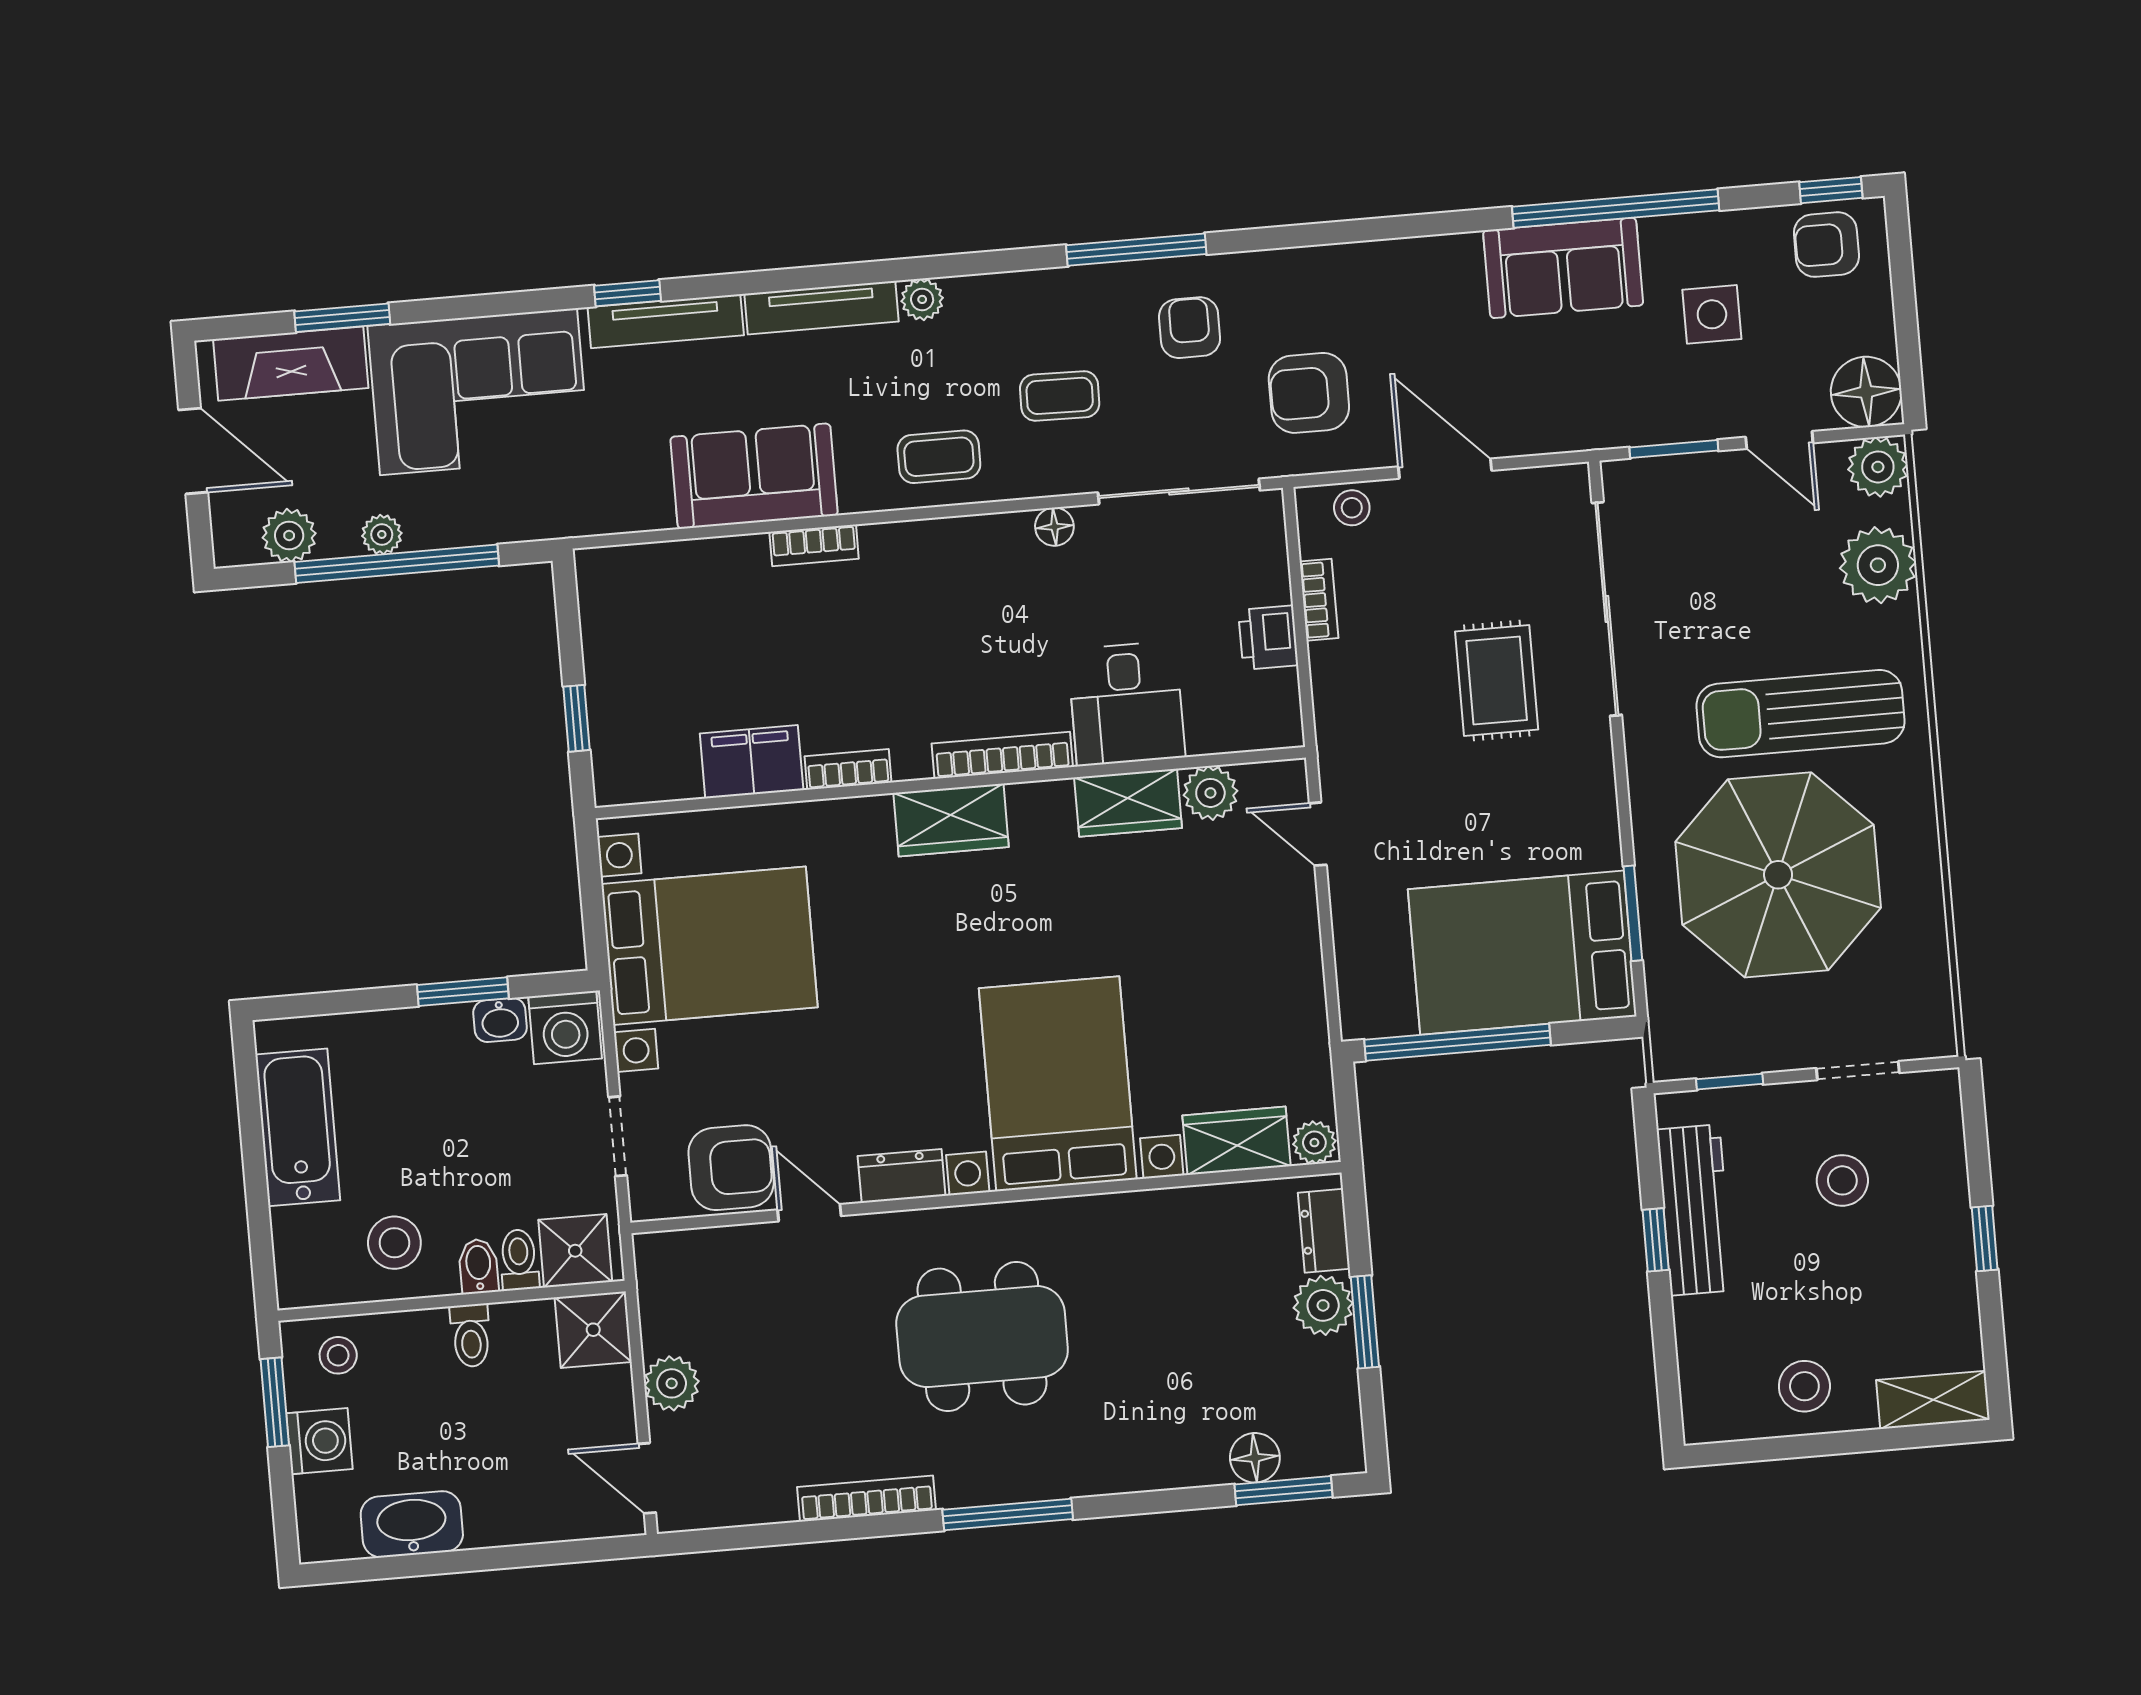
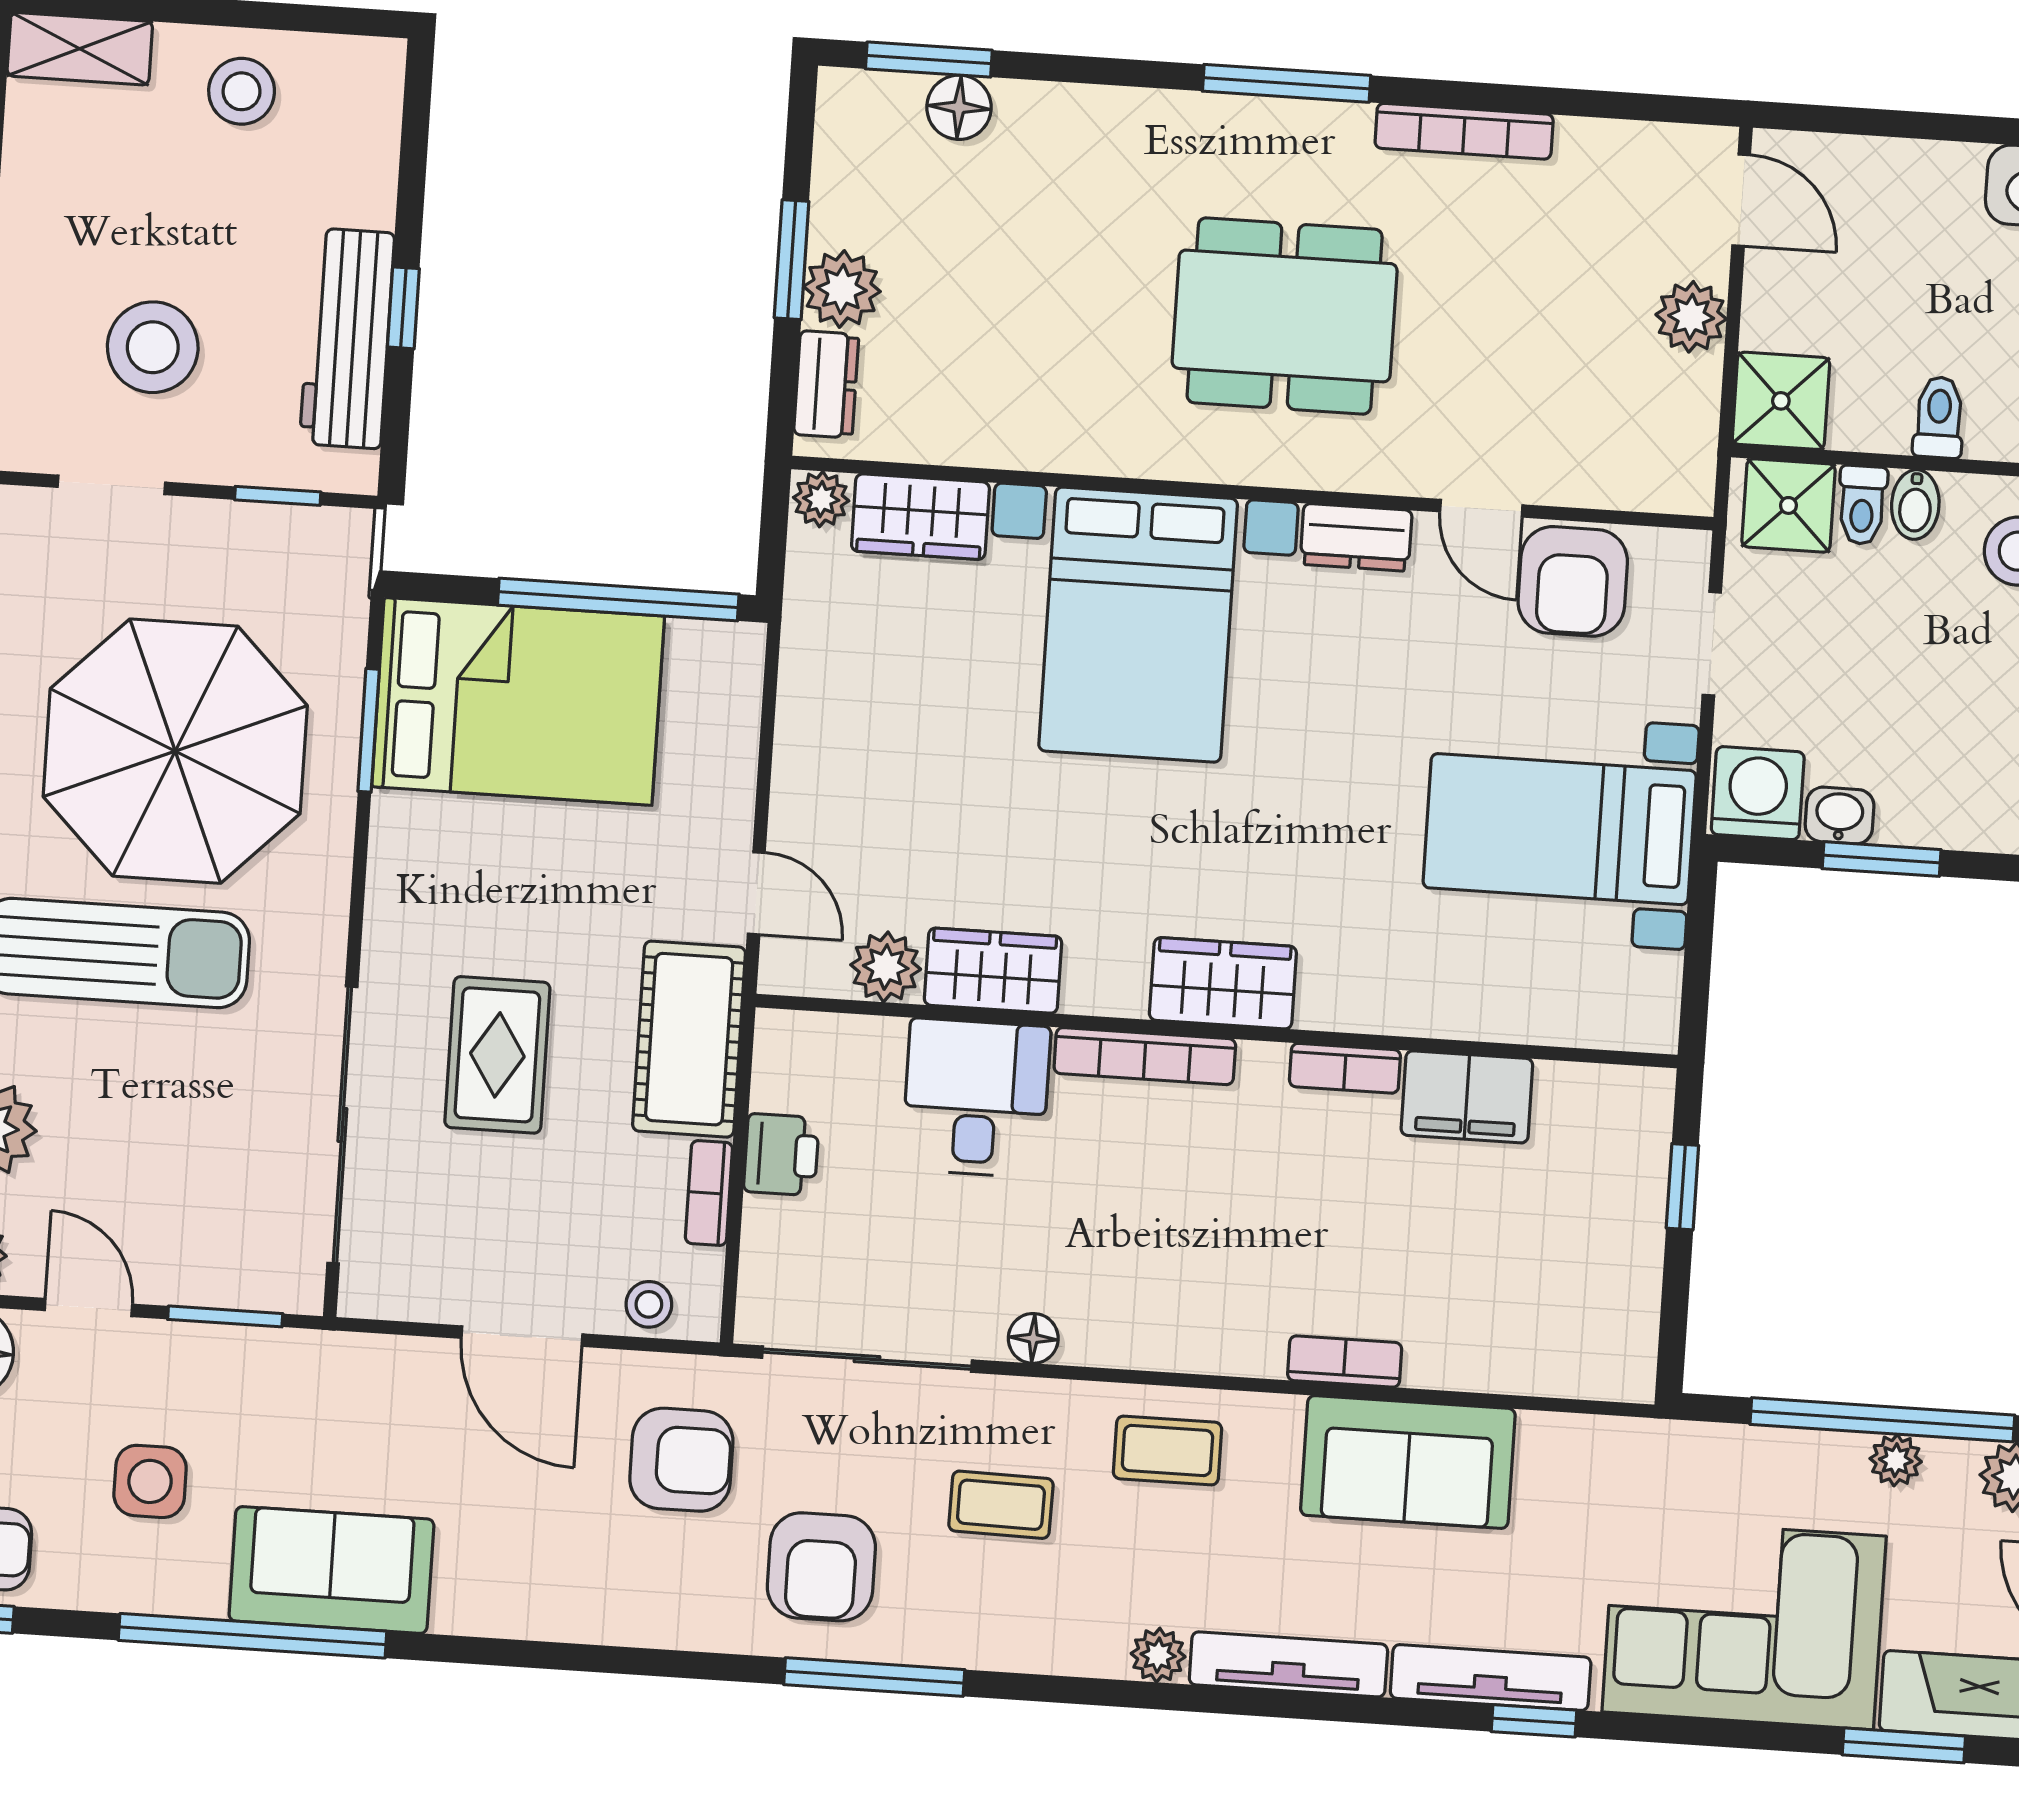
armchair: (1190, 328) -> (821, 1567), width x1.38, depth x1.38
cot: (1352, 715) -> (689, 1039), added
bed with nightstands: (709, 946) -> (1560, 829), width x0.73
armchair: (731, 1168) -> (1573, 581), turned -90
stool: (1842, 1180) -> (153, 347), width x1.38, depth x1.38

